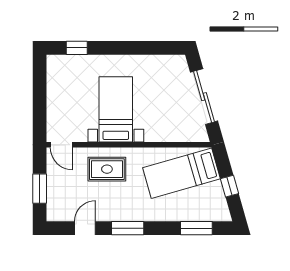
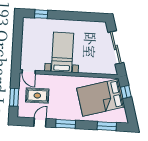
rug: (107, 169) -> (37, 96), moved
bed: (182, 173) -> (101, 98), width x1.50
window: (230, 186) -> (126, 92), moved

